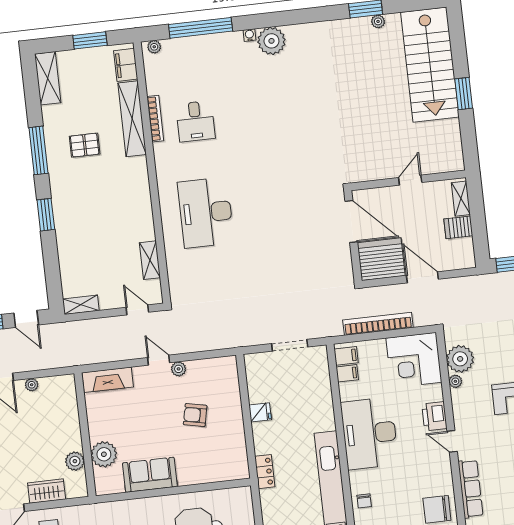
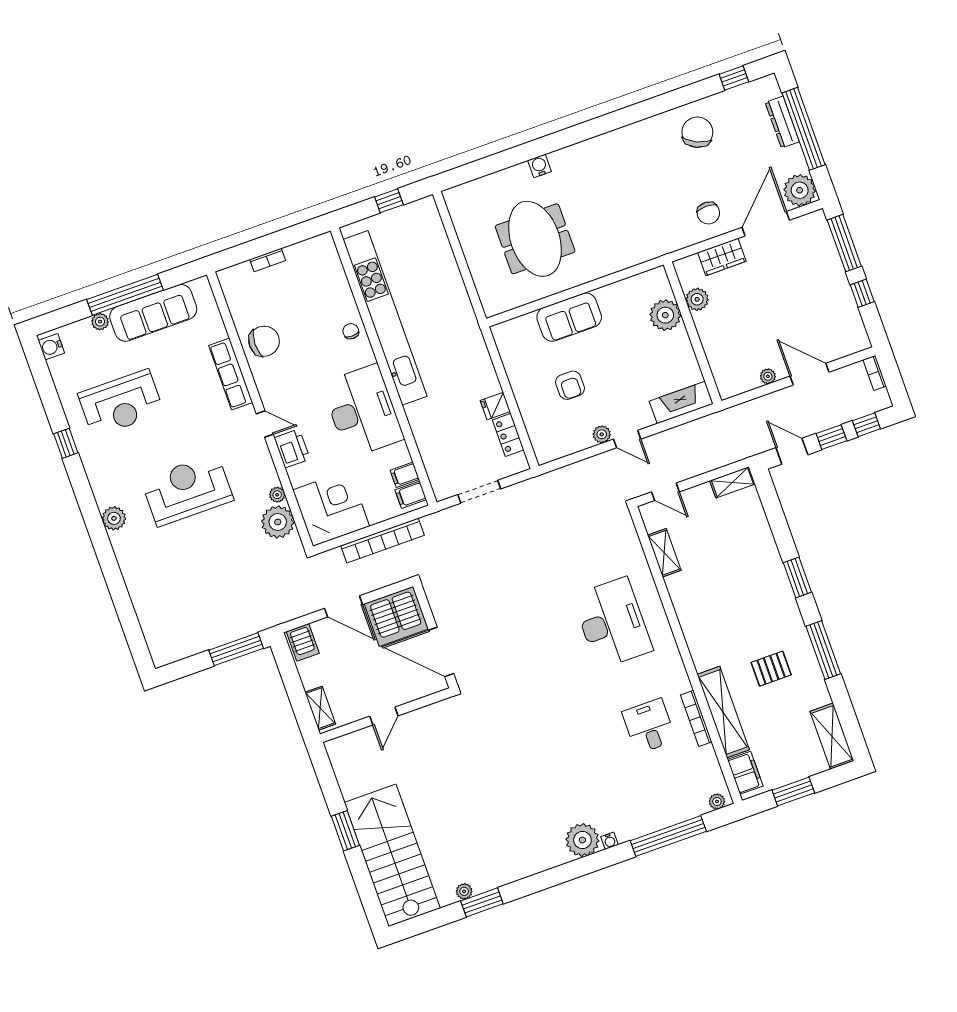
server rack: (458, 227) -> (303, 642), moved, turned 90
armchair: (195, 415) -> (570, 385), turned 78
locker: (265, 472) -> (508, 435), moved
sofa: (150, 475) -> (569, 317), moved

